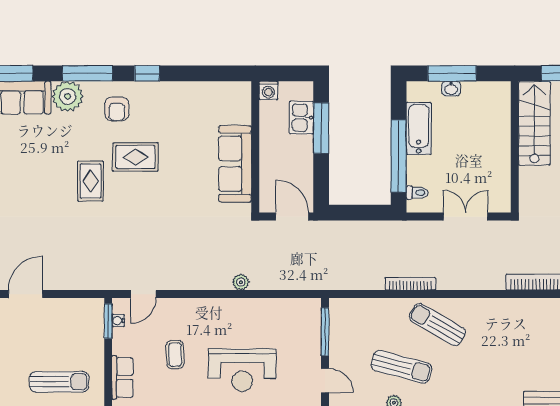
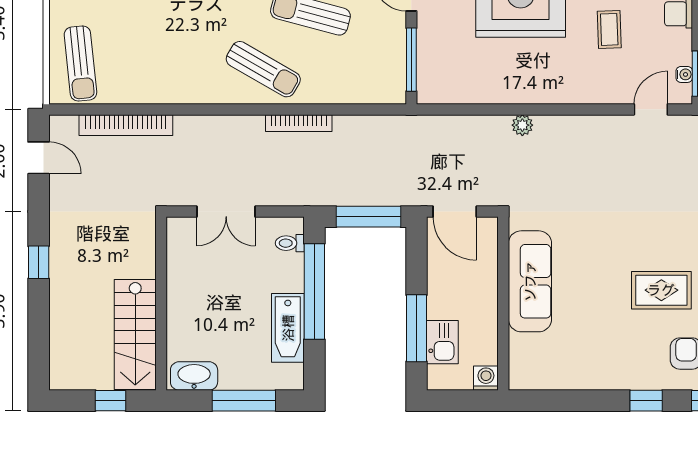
washbasin: (451, 89) -> (194, 376), moved, width x1.91, depth x1.45
window: (358, 213) -> (368, 217), added

